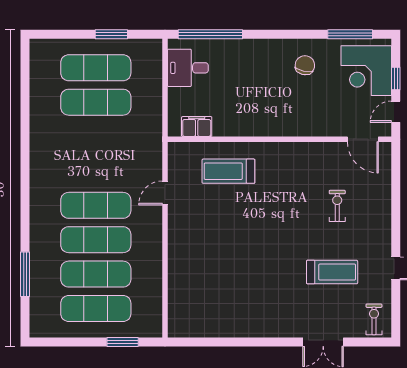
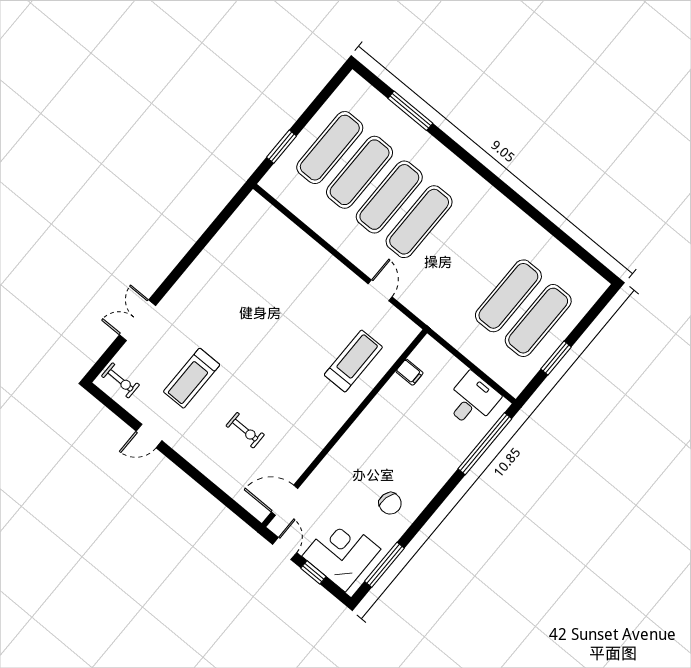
filing cabinet: (197, 127) -> (409, 372), width x0.50

